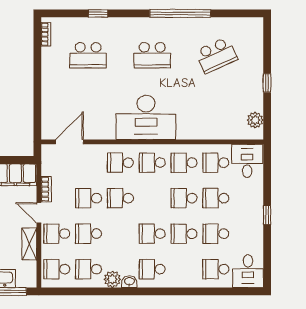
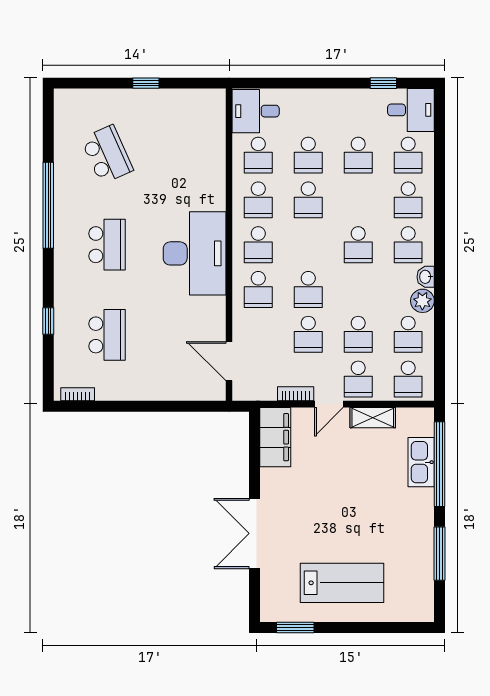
plant: (255, 120) -> (198, 100), removed
window: (267, 215) -> (383, 83), moved
school desk: (184, 234) -> (408, 200), moved

